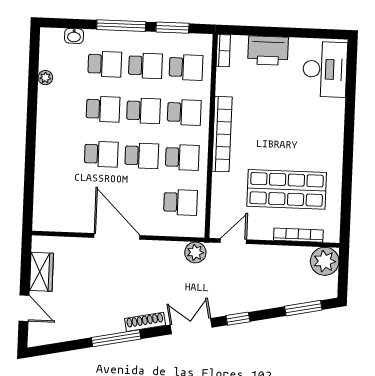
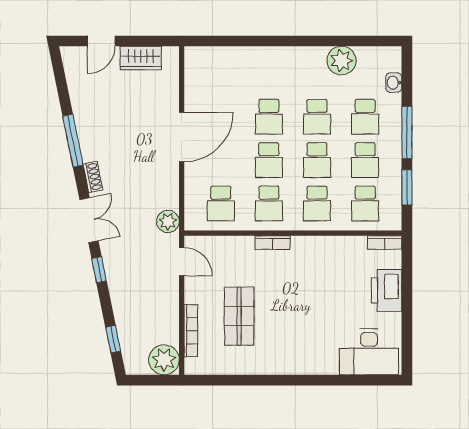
plant: (45, 78) -> (341, 61), width x1.88, depth x1.88
bookcase: (222, 134) -> (273, 243), width x0.43, depth x0.76
shop shelf: (287, 189) -> (239, 316), width x0.70, depth x0.74
window: (303, 308) -> (113, 339), width x0.67
shoe rack: (145, 322) -> (93, 177), width x0.70

